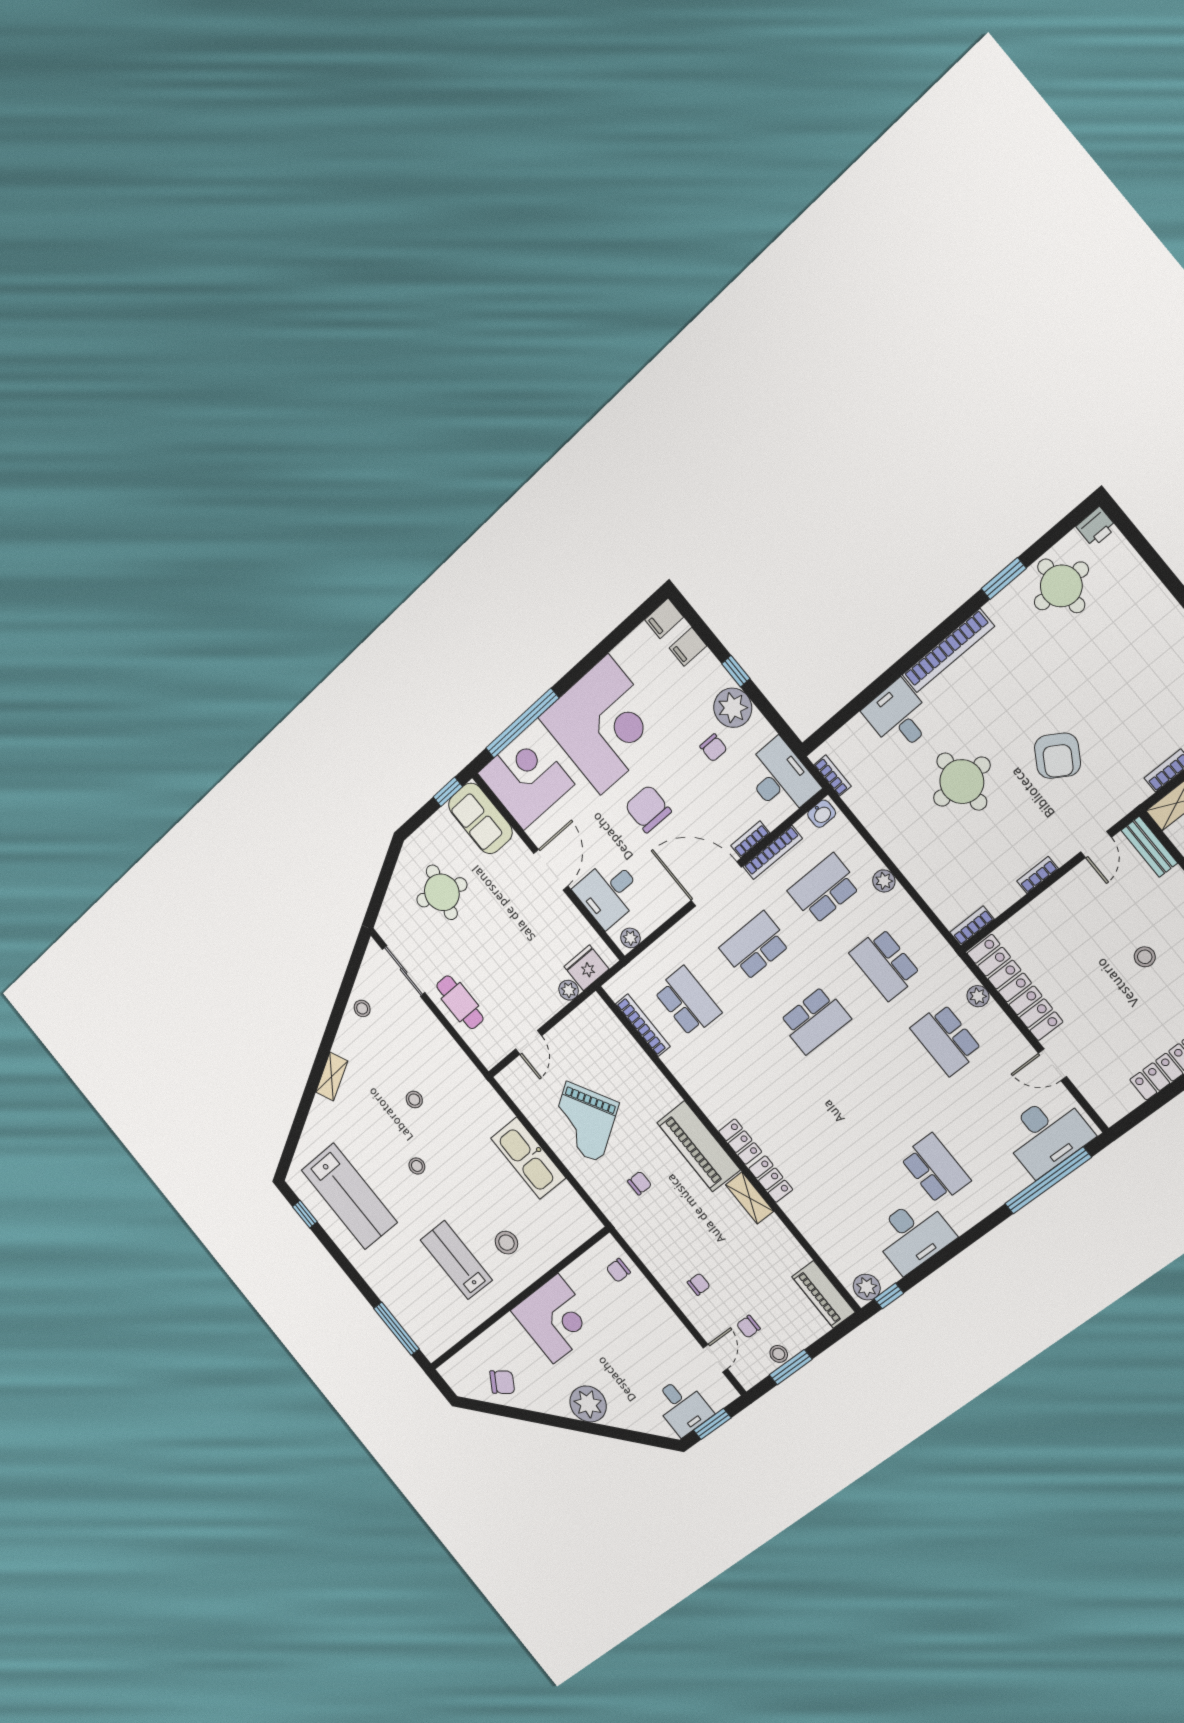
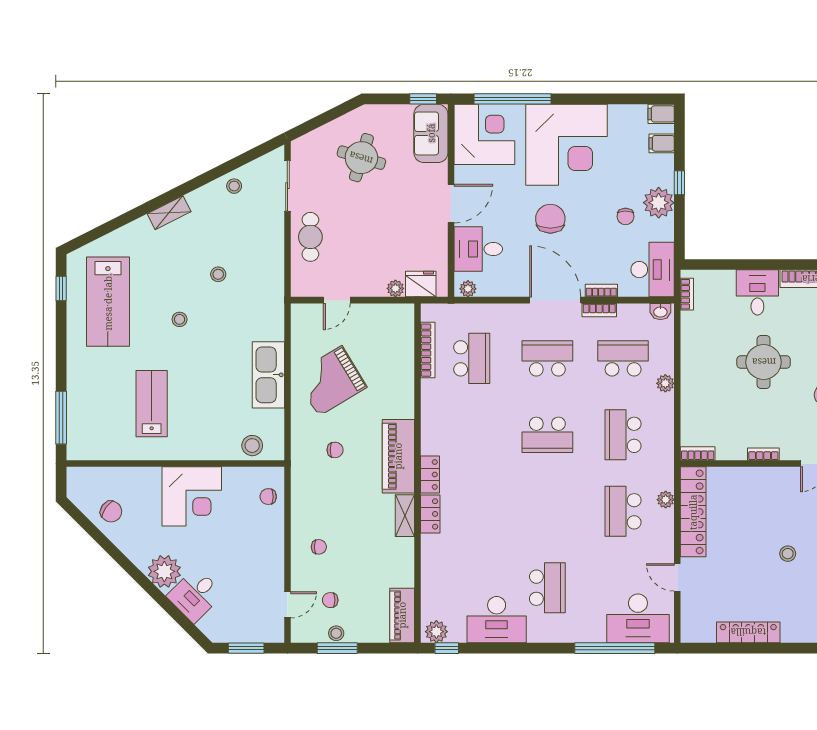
bookcase: (773, 853) -> (599, 310), width x0.64
stool: (506, 1243) -> (252, 446), moved
desk: (682, 1407) -> (195, 595), moved, turned 45

